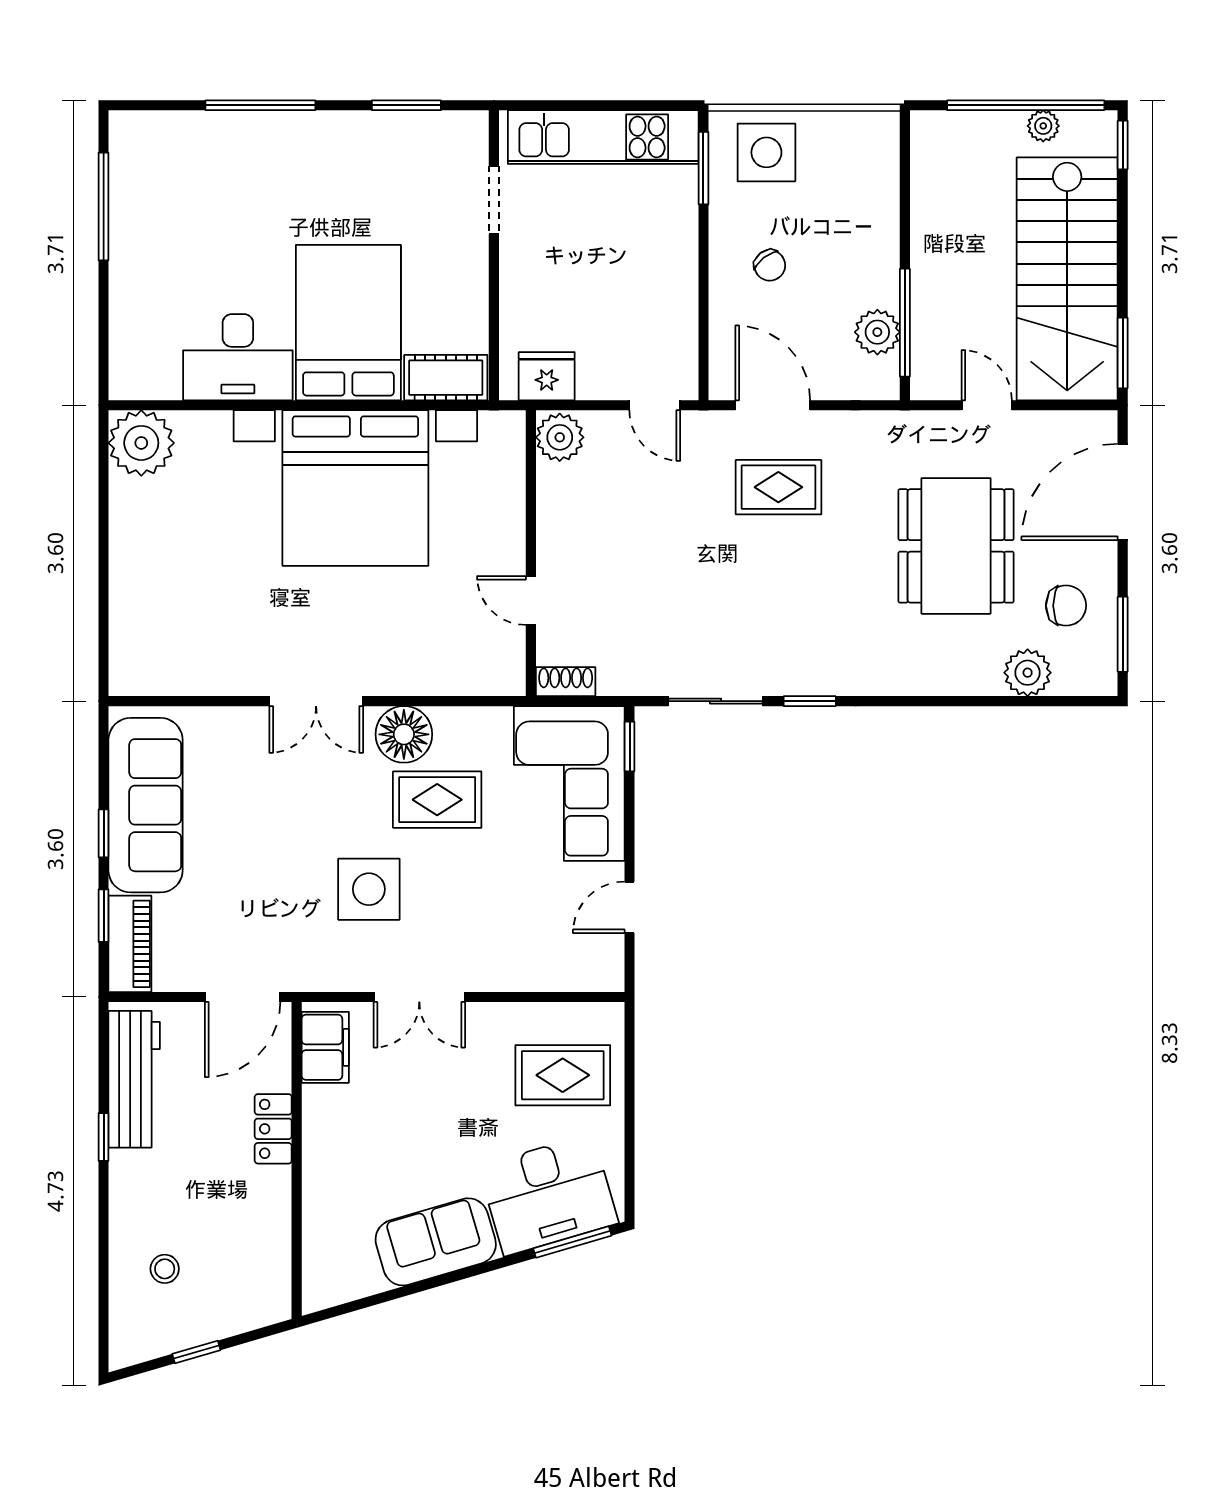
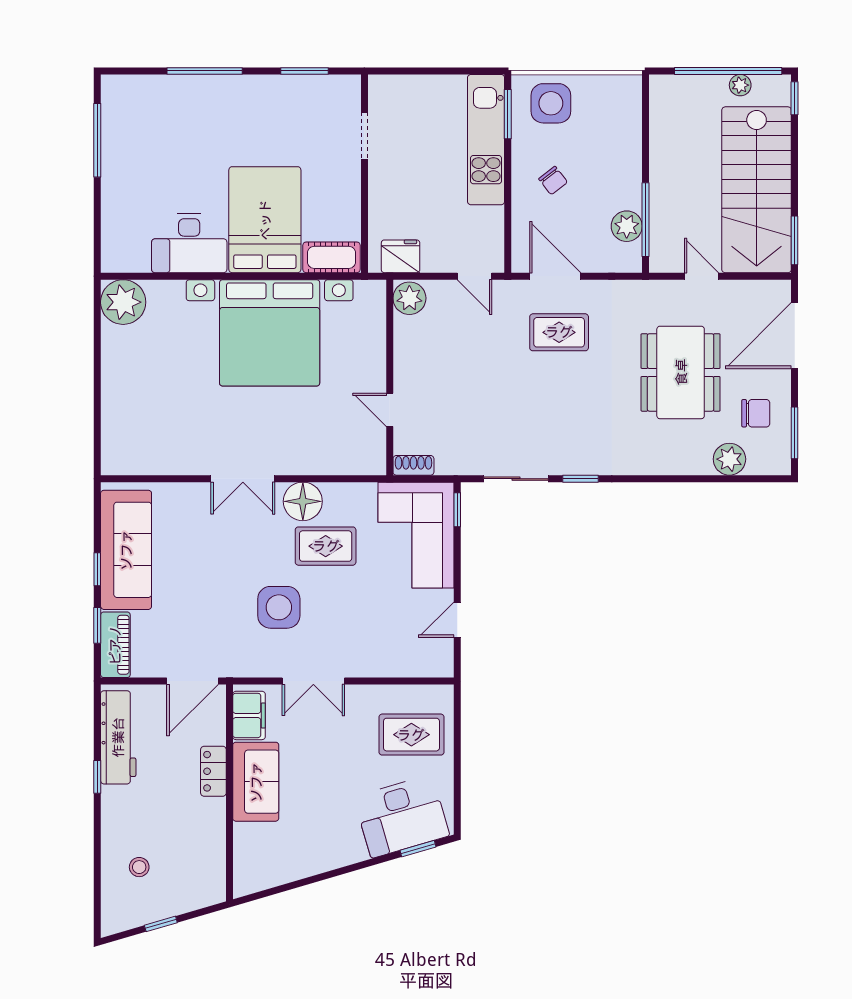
kitchen unit: (603, 137) -> (486, 140), moved, turned 90
sofa: (436, 1242) -> (256, 782), moved, turned 106
window: (572, 1242) -> (418, 849), width x0.67

